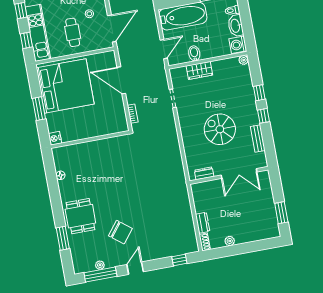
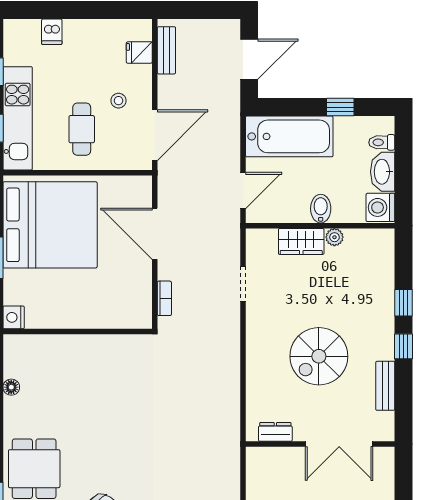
bidet: (194, 53) -> (321, 209), moved
plant: (244, 60) -> (334, 237), moved
spiral stairs: (220, 129) -> (319, 356), turned -90

